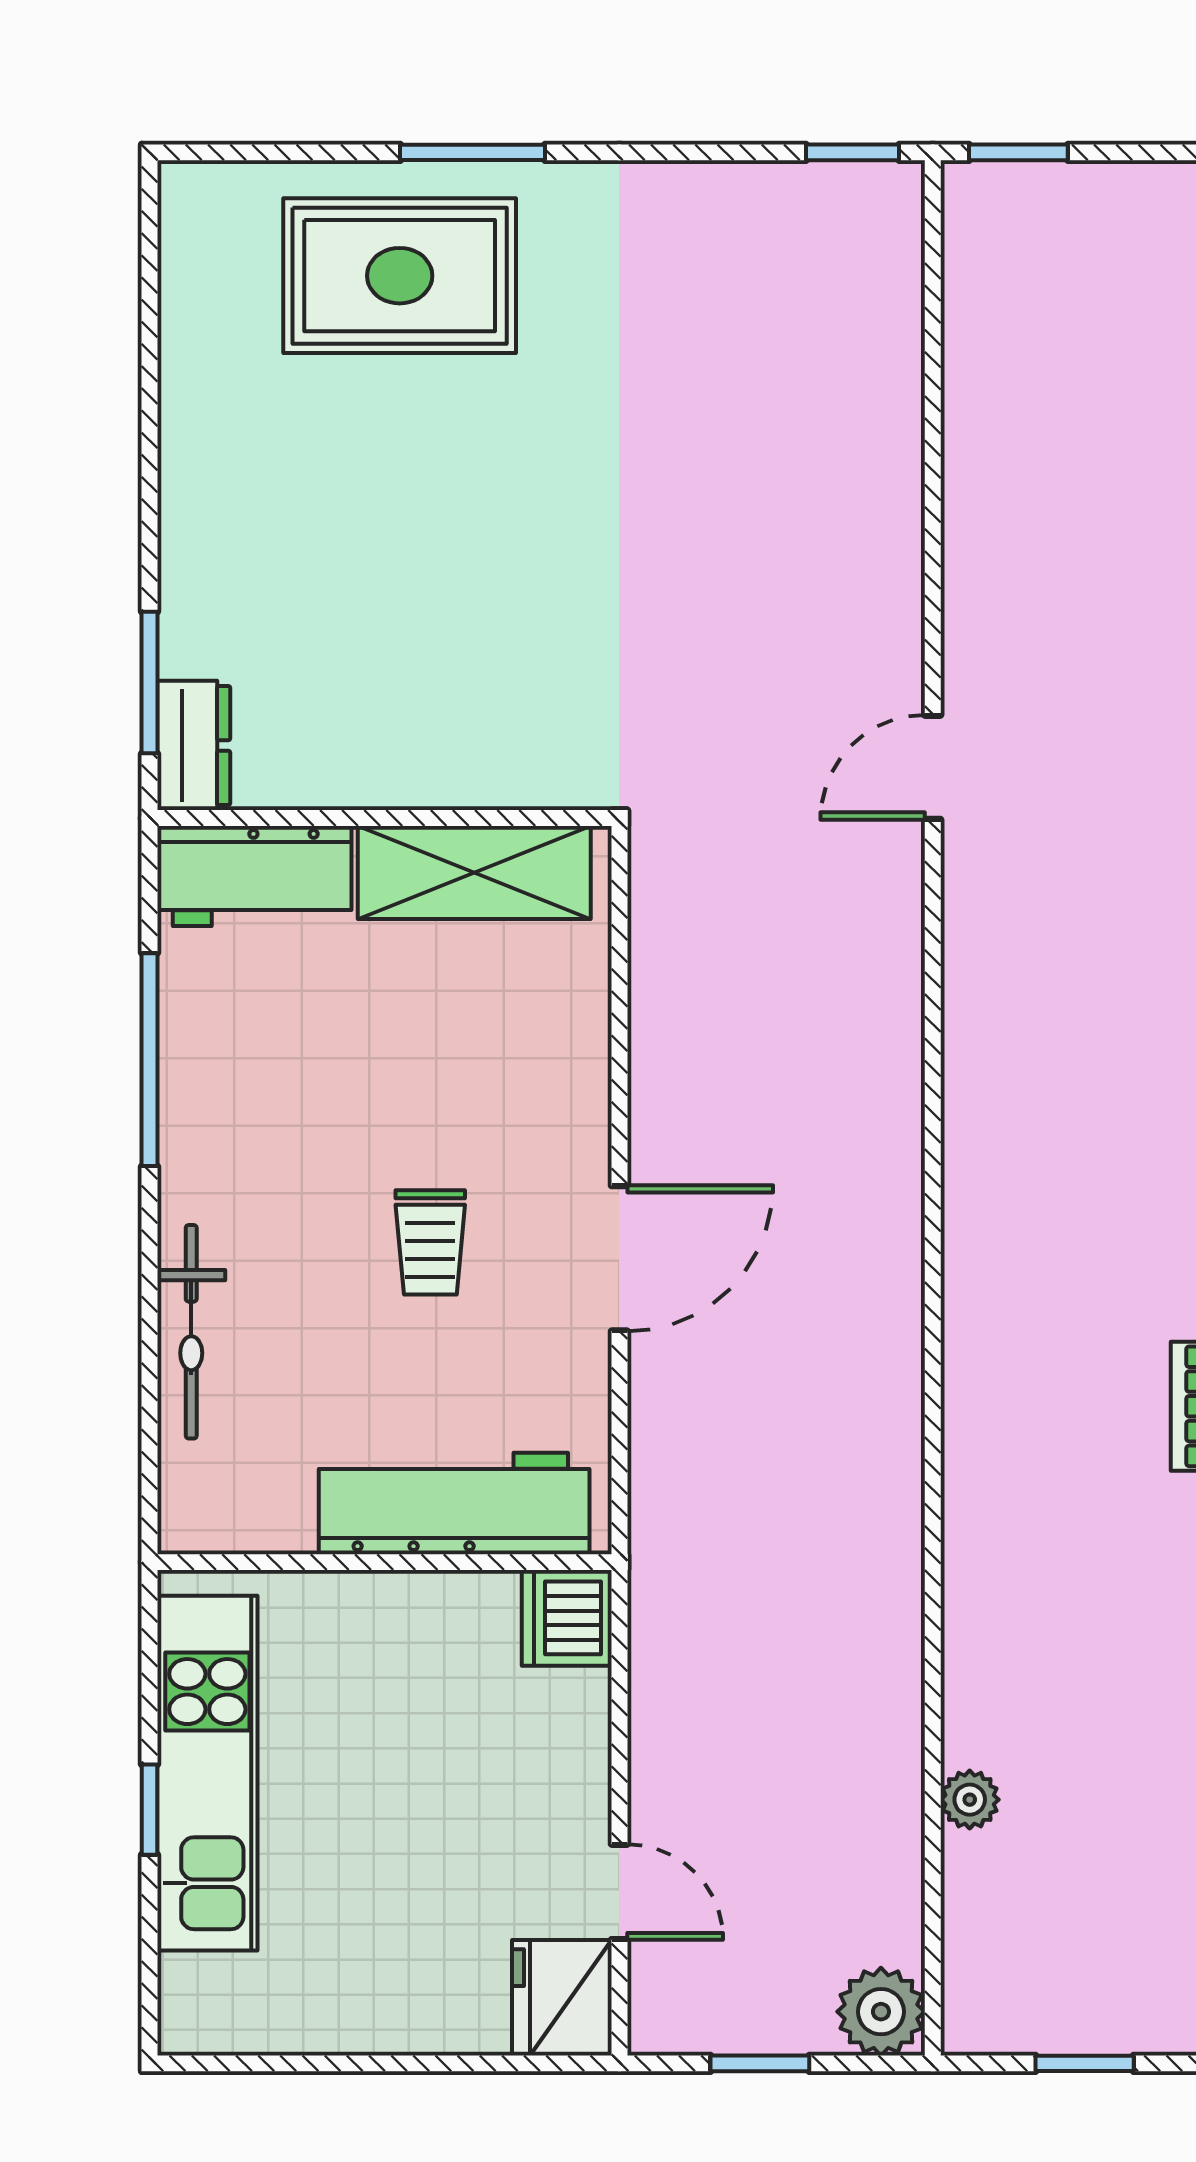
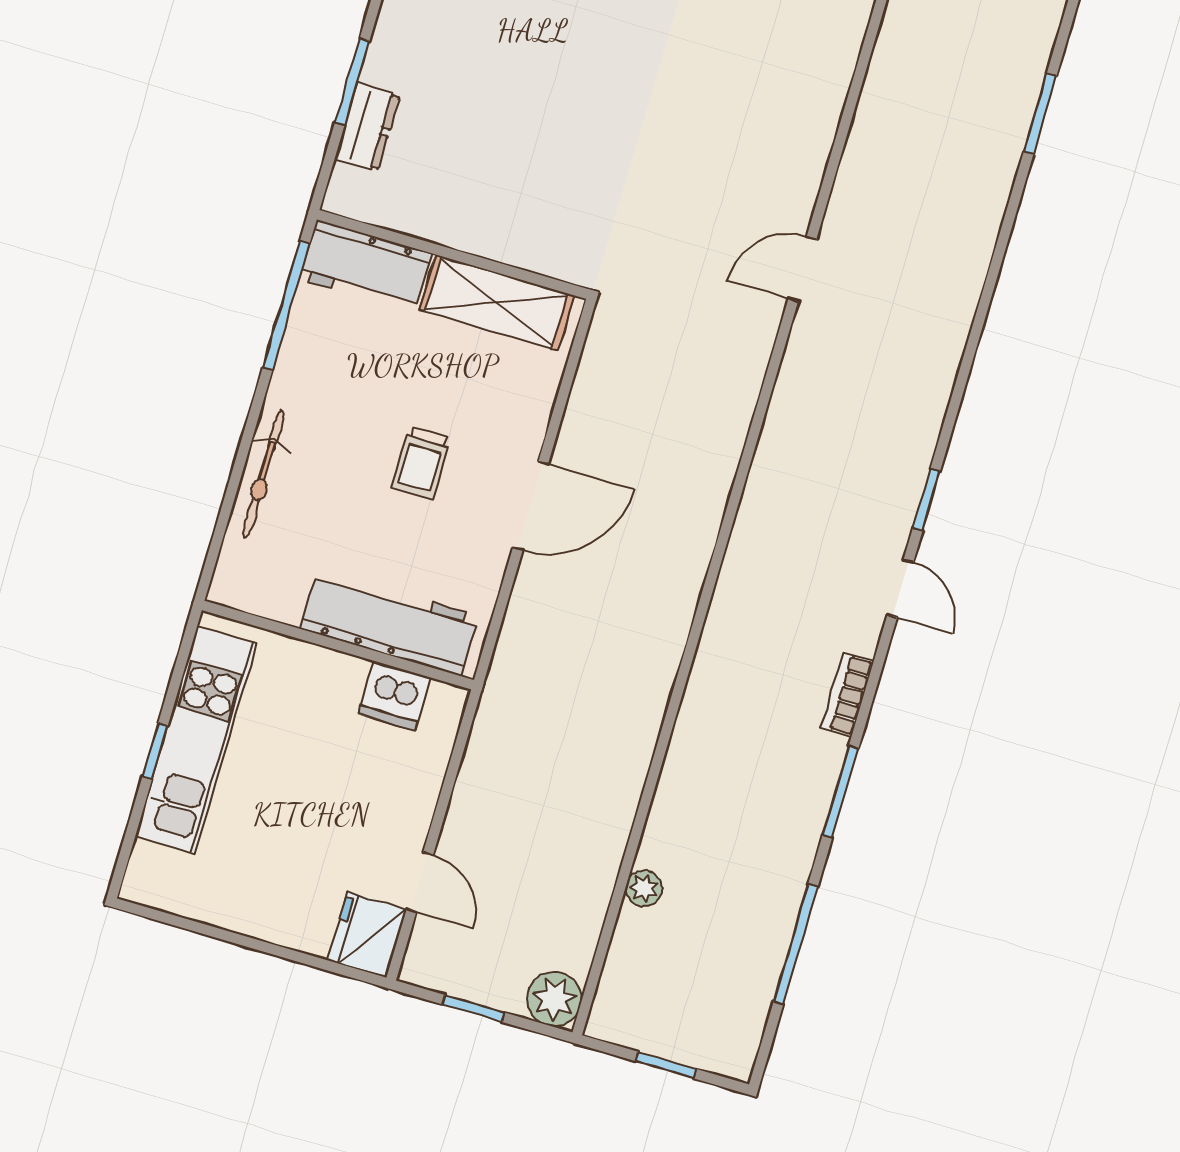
wall: (384, 818) -> (453, 254), moved
shelving: (474, 872) -> (497, 302), moved
workbench: (254, 876) -> (366, 266), moved
dishwasher: (567, 1618) -> (394, 696), moved, turned -90

